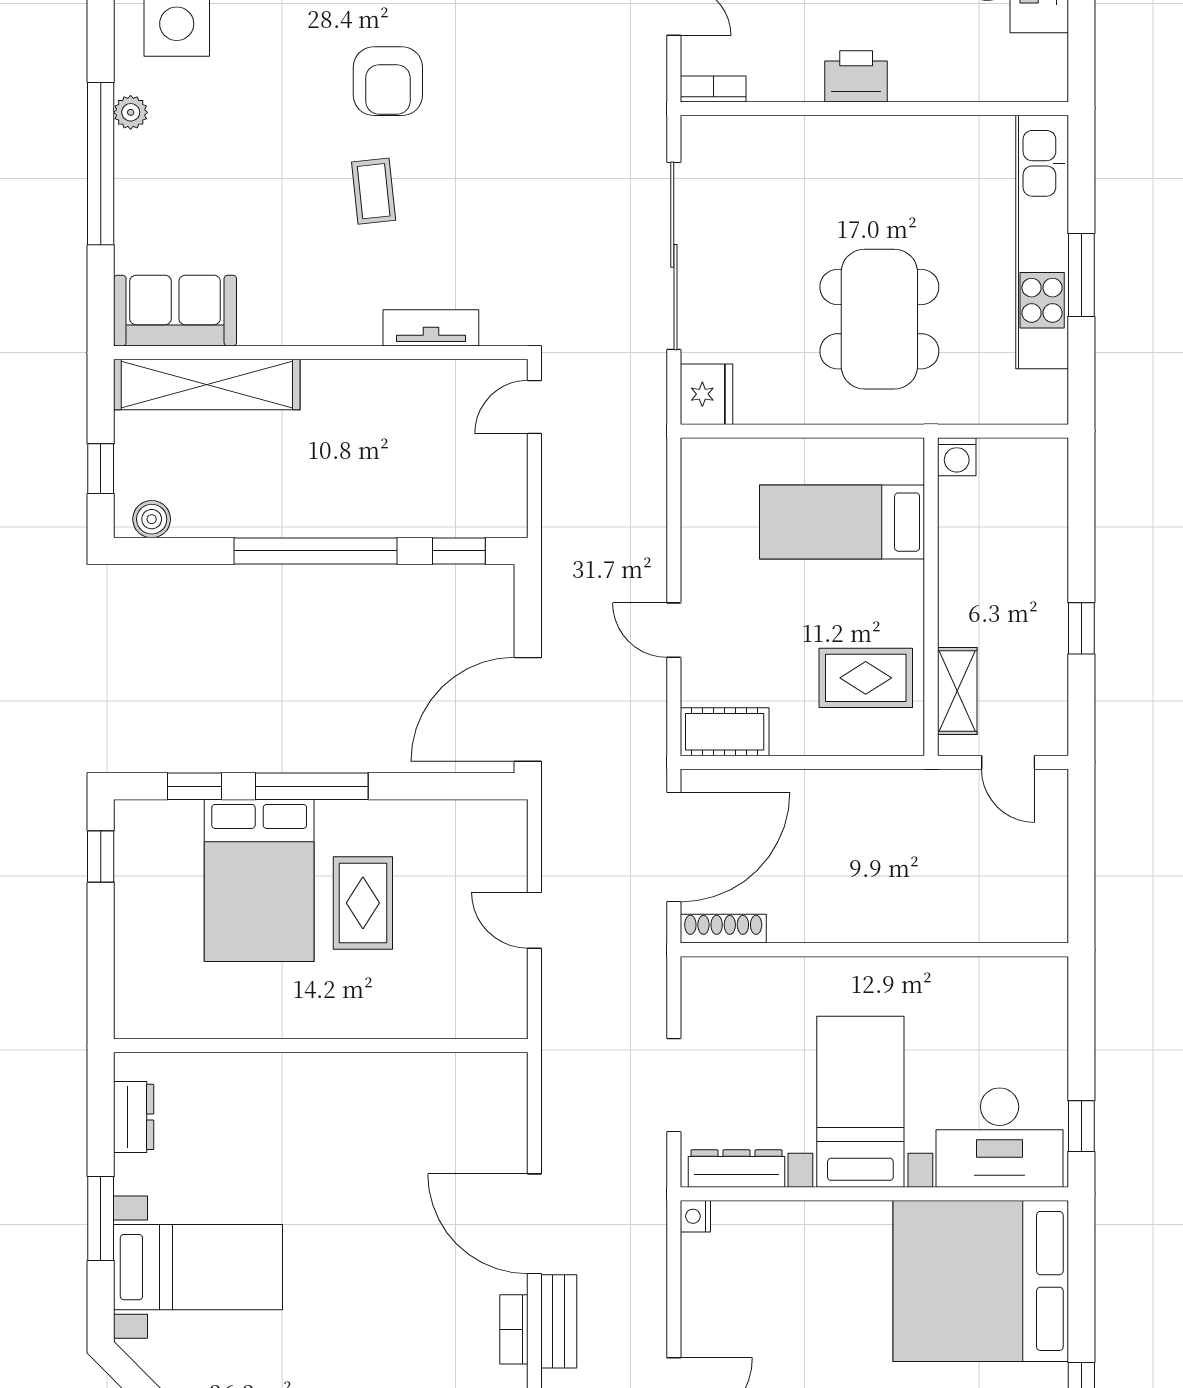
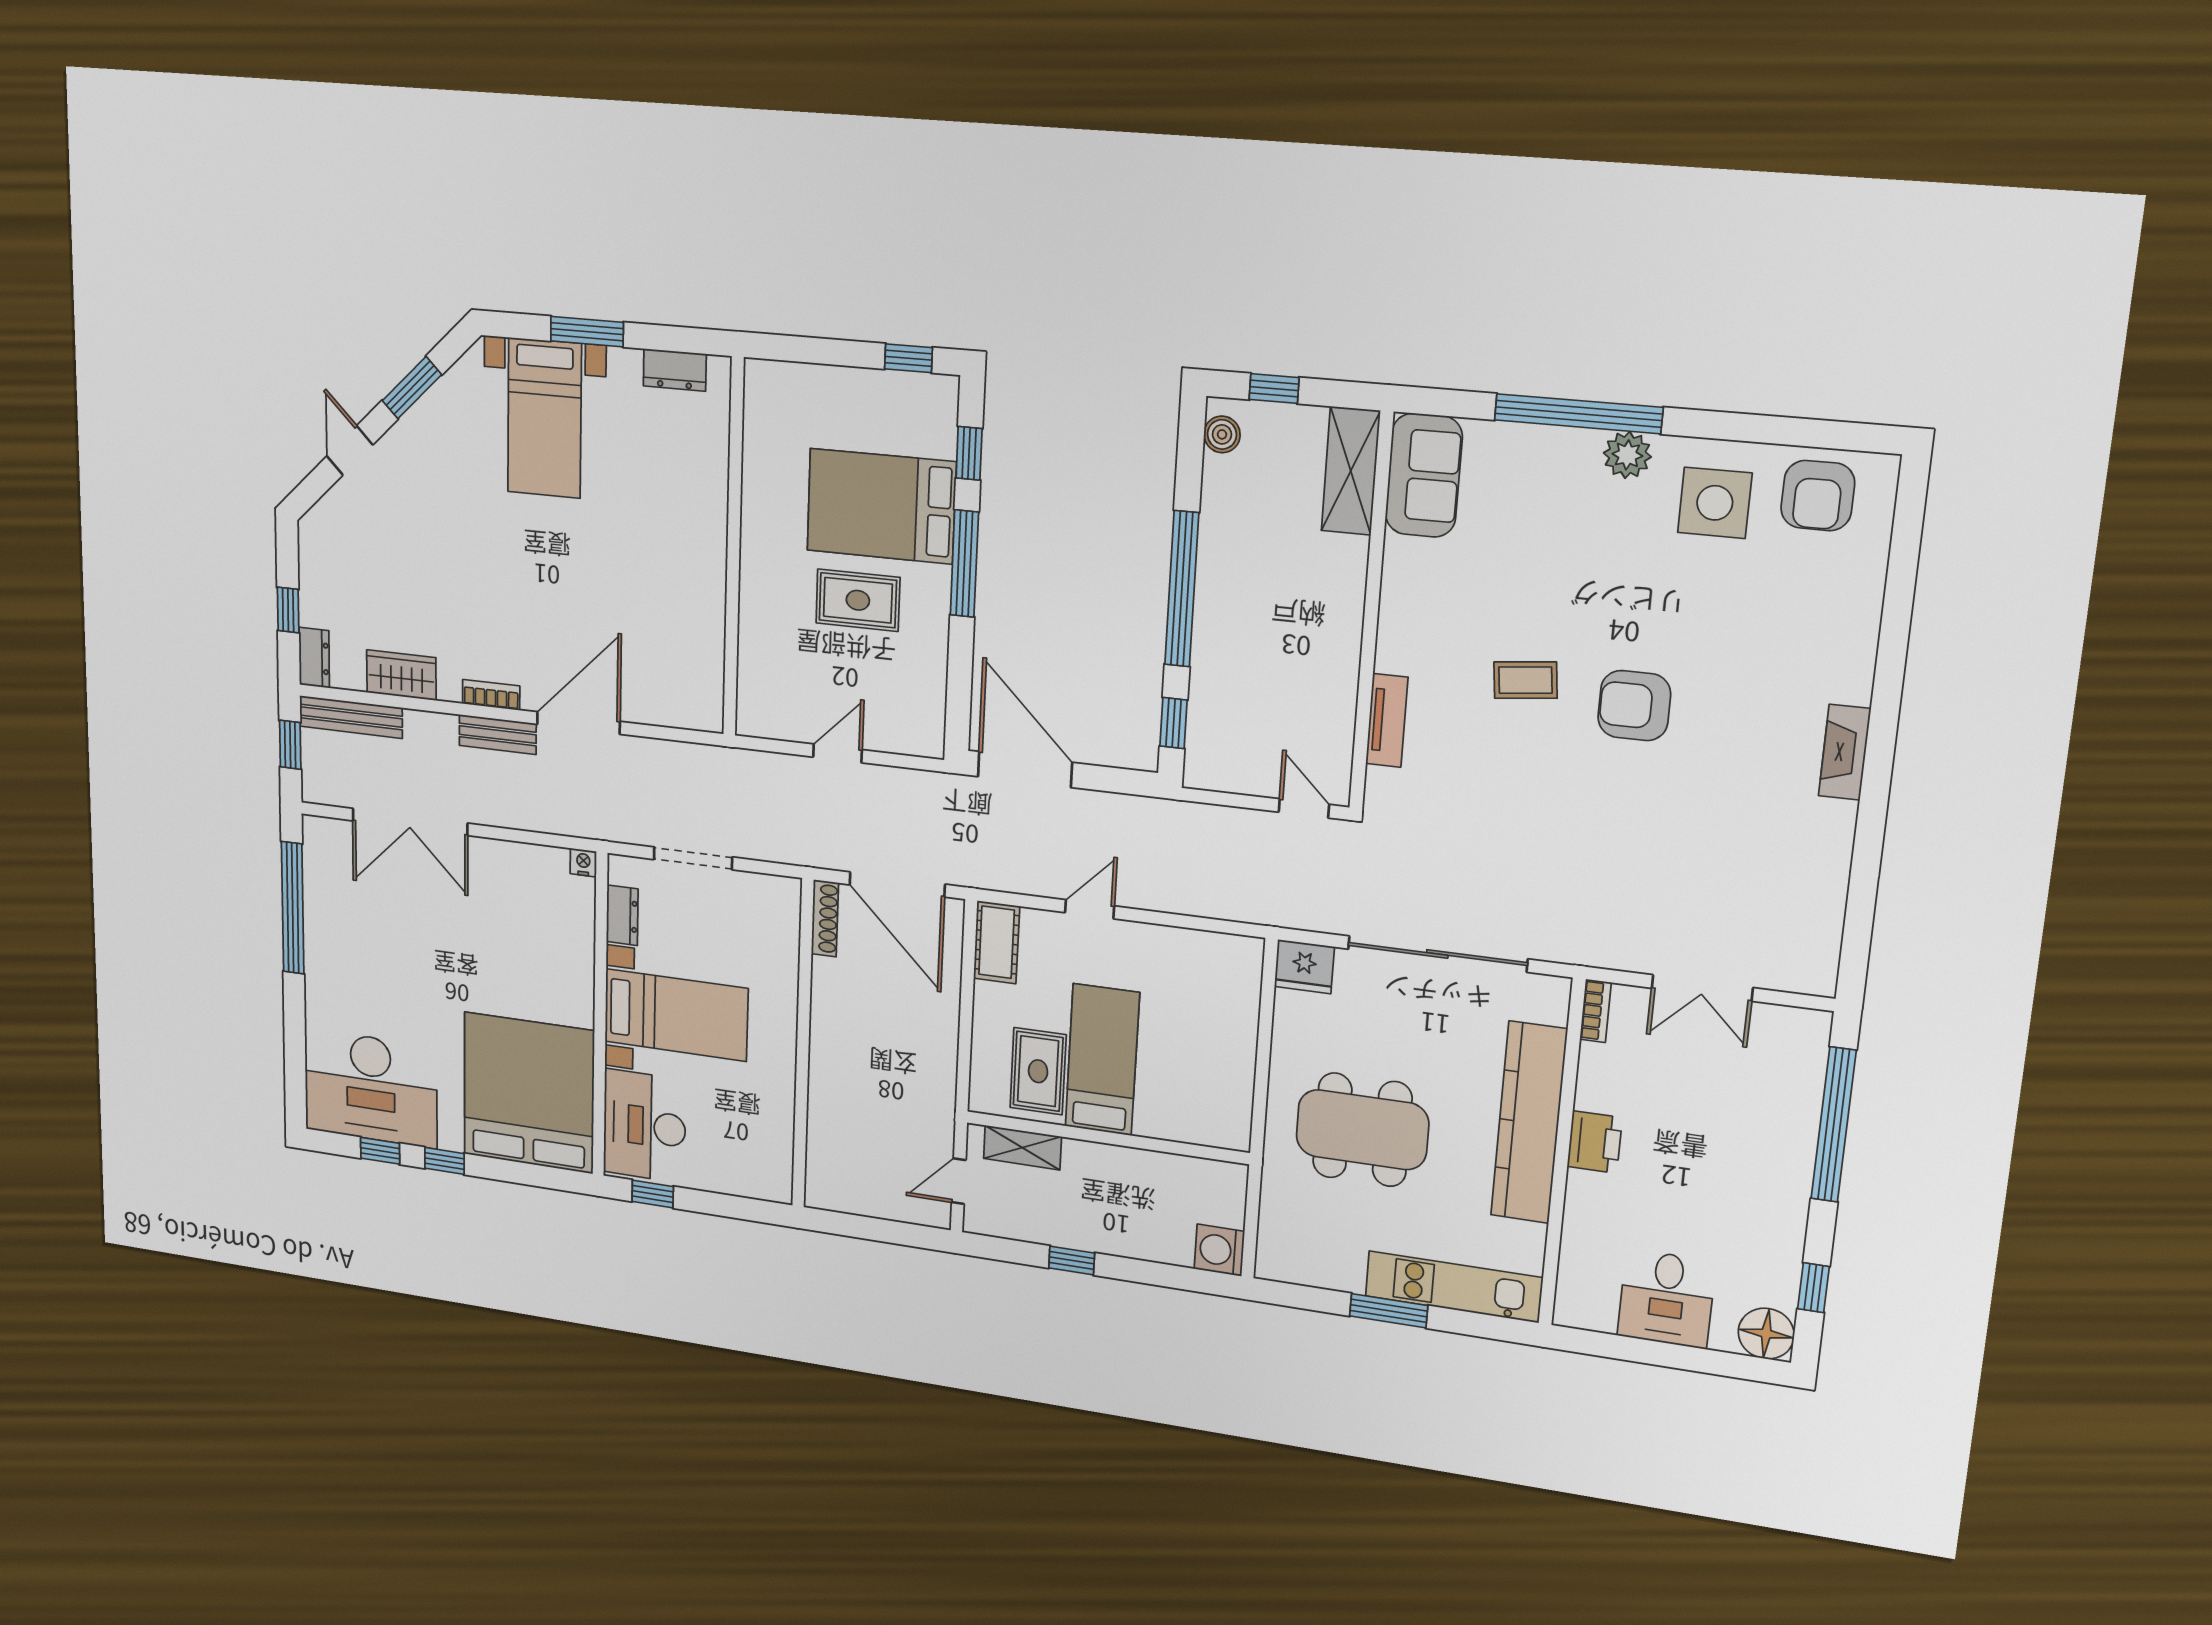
plant: (131, 112) -> (1627, 455), width x1.38, depth x1.38
kitchen counter: (845, 146) -> (1529, 1123), added
kitchen unit: (1042, 242) -> (1454, 1287), width x0.73
shelving: (207, 385) -> (1351, 471), width x0.68
washing machine: (957, 457) -> (1219, 1250), moved, width x1.38, depth x1.38
bed: (842, 522) -> (1102, 1060), moved
dresser: (737, 1169) -> (622, 915), width x0.70

